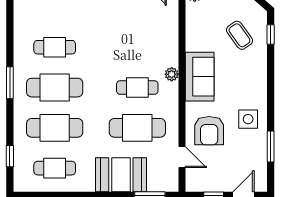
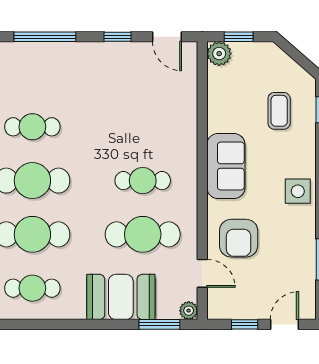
coffee table: (239, 35) -> (279, 111), turned 36
plant: (172, 74) -> (189, 311), moved
side table: (248, 119) -> (298, 191), moved

